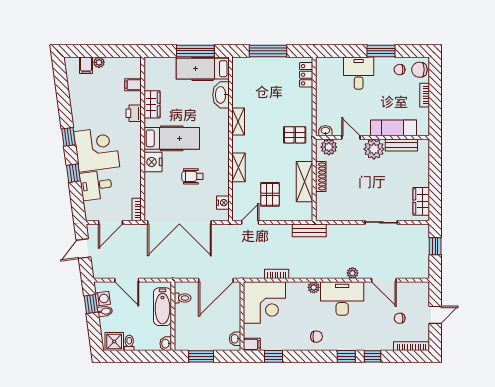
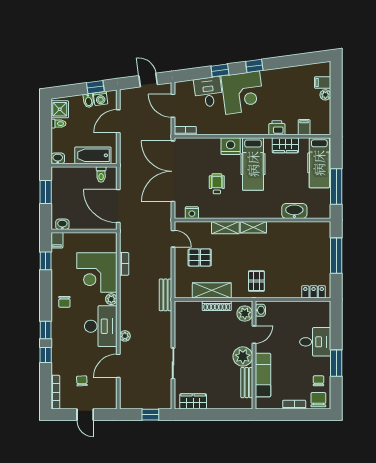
hospital bed: (203, 69) -> (319, 163), moved, turned 180
shelving: (238, 122) -> (253, 227), moved
corner desk: (264, 302) -> (97, 272), moved

